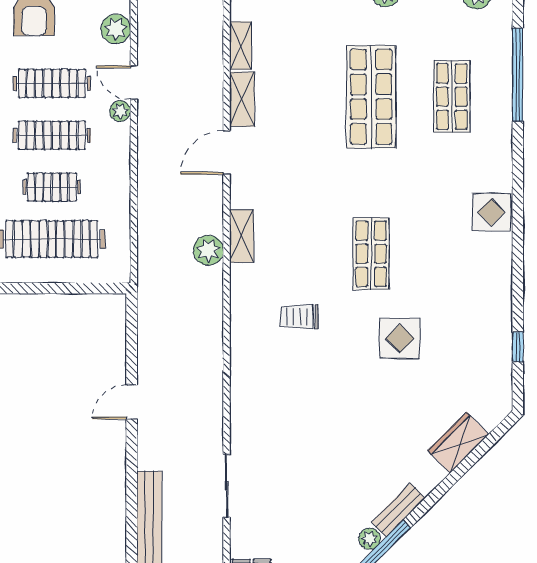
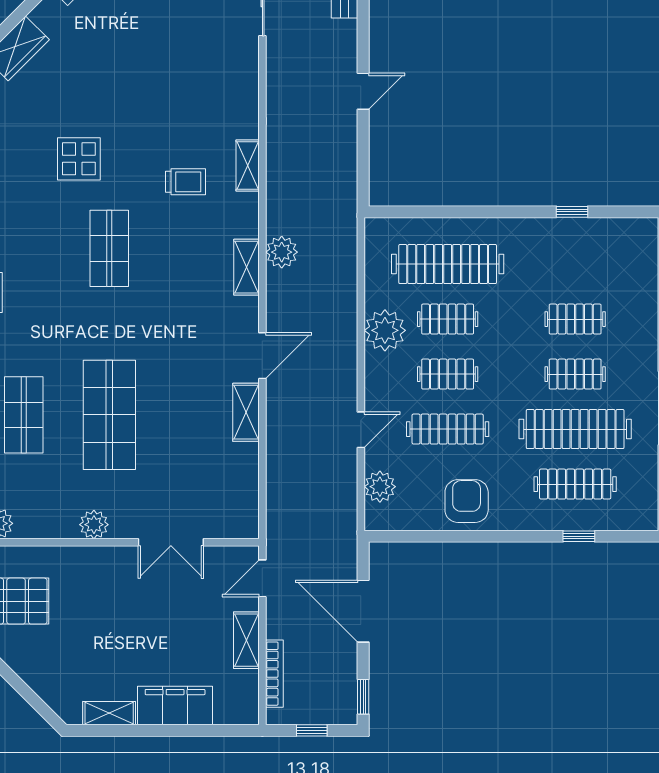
shelving: (241, 46) -> (248, 165), moved
door: (134, 83) -> (361, 430), hinge flipped
plant: (120, 111) -> (385, 330), moved, width x1.87, depth x1.87
clothes rail: (52, 135) -> (448, 374), width x0.73

